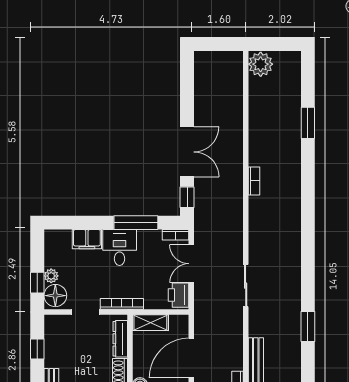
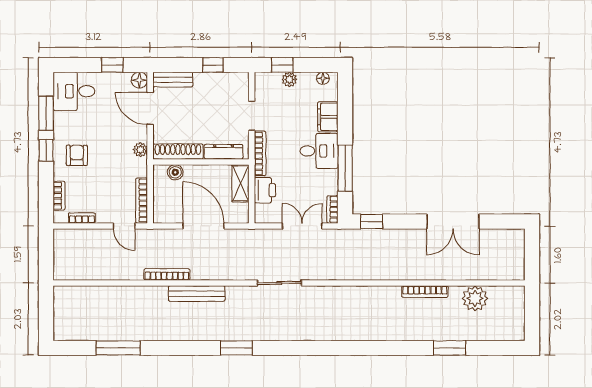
plant: (261, 64) -> (475, 298), moved
double door: (187, 152) -> (453, 222), moved
bookcase: (254, 181) -> (425, 292), moved, width x1.56
printer: (179, 295) -> (265, 190), moved, turned 90
floor lamp: (55, 296) -> (323, 78), moved, width x0.53, depth x0.53

